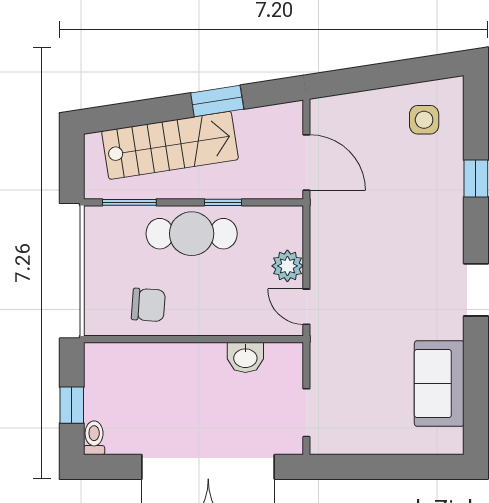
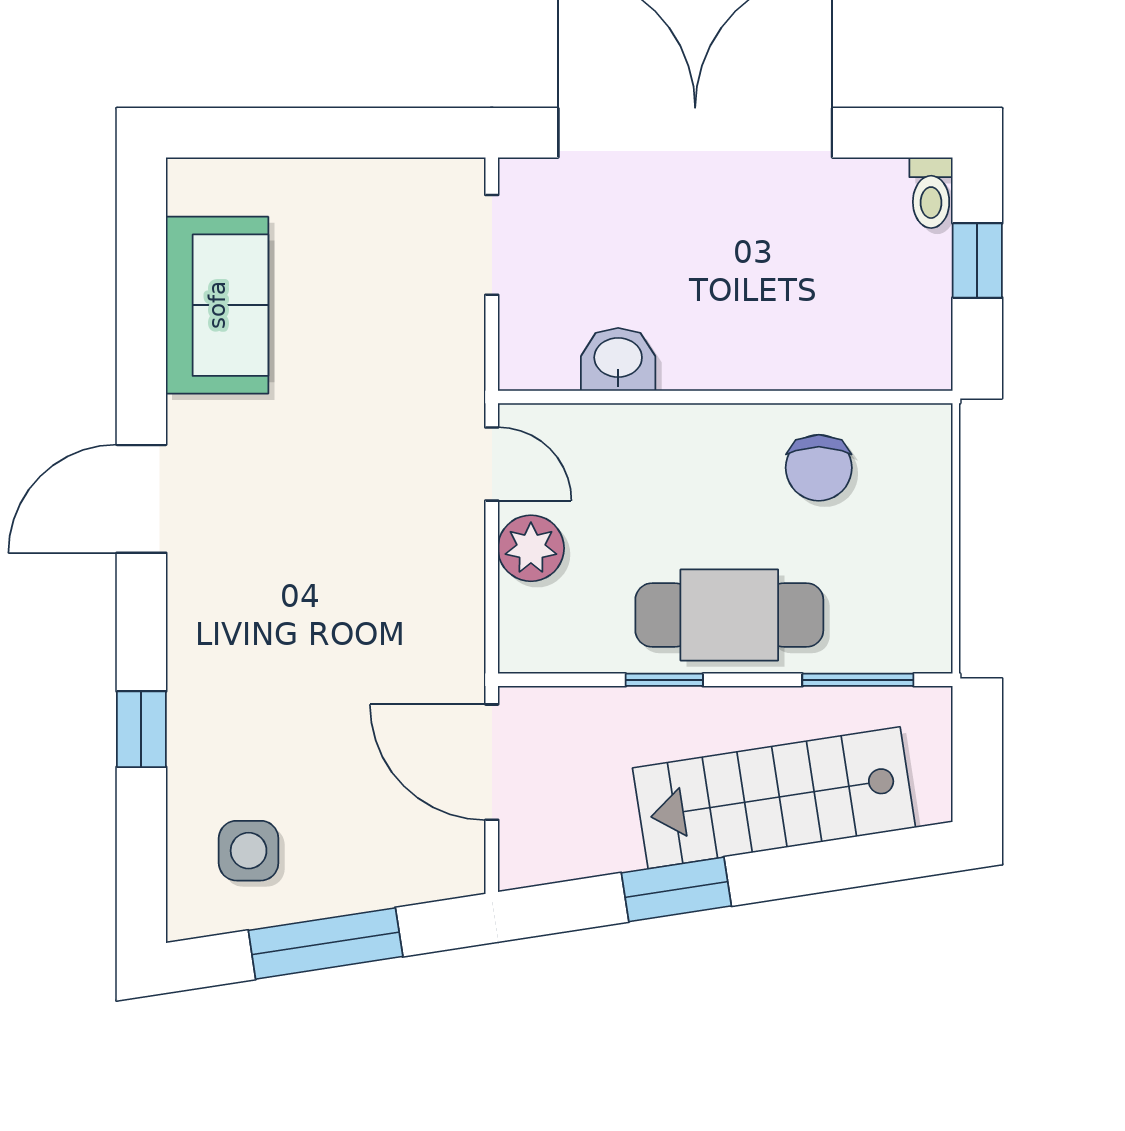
window: (387, 75) -> (326, 943), added
chair: (148, 305) -> (819, 468), turned -94

